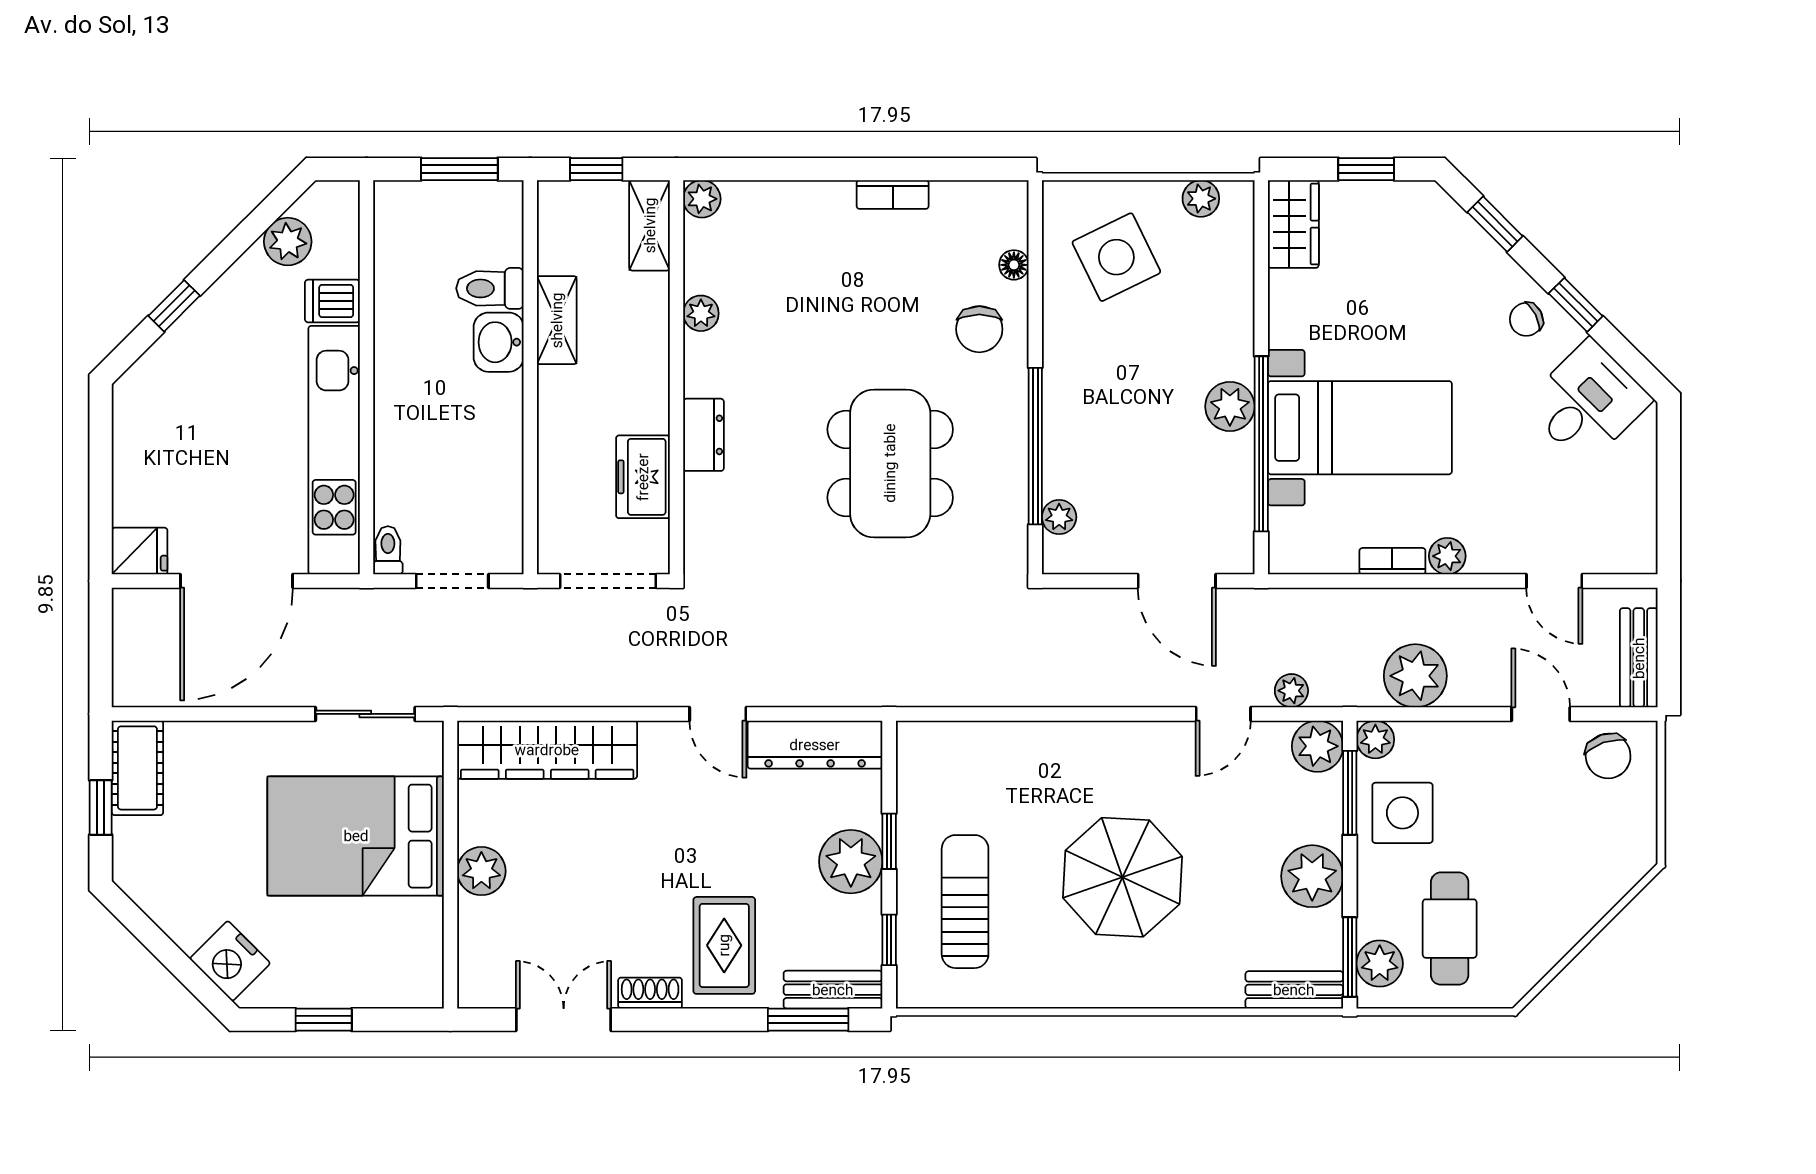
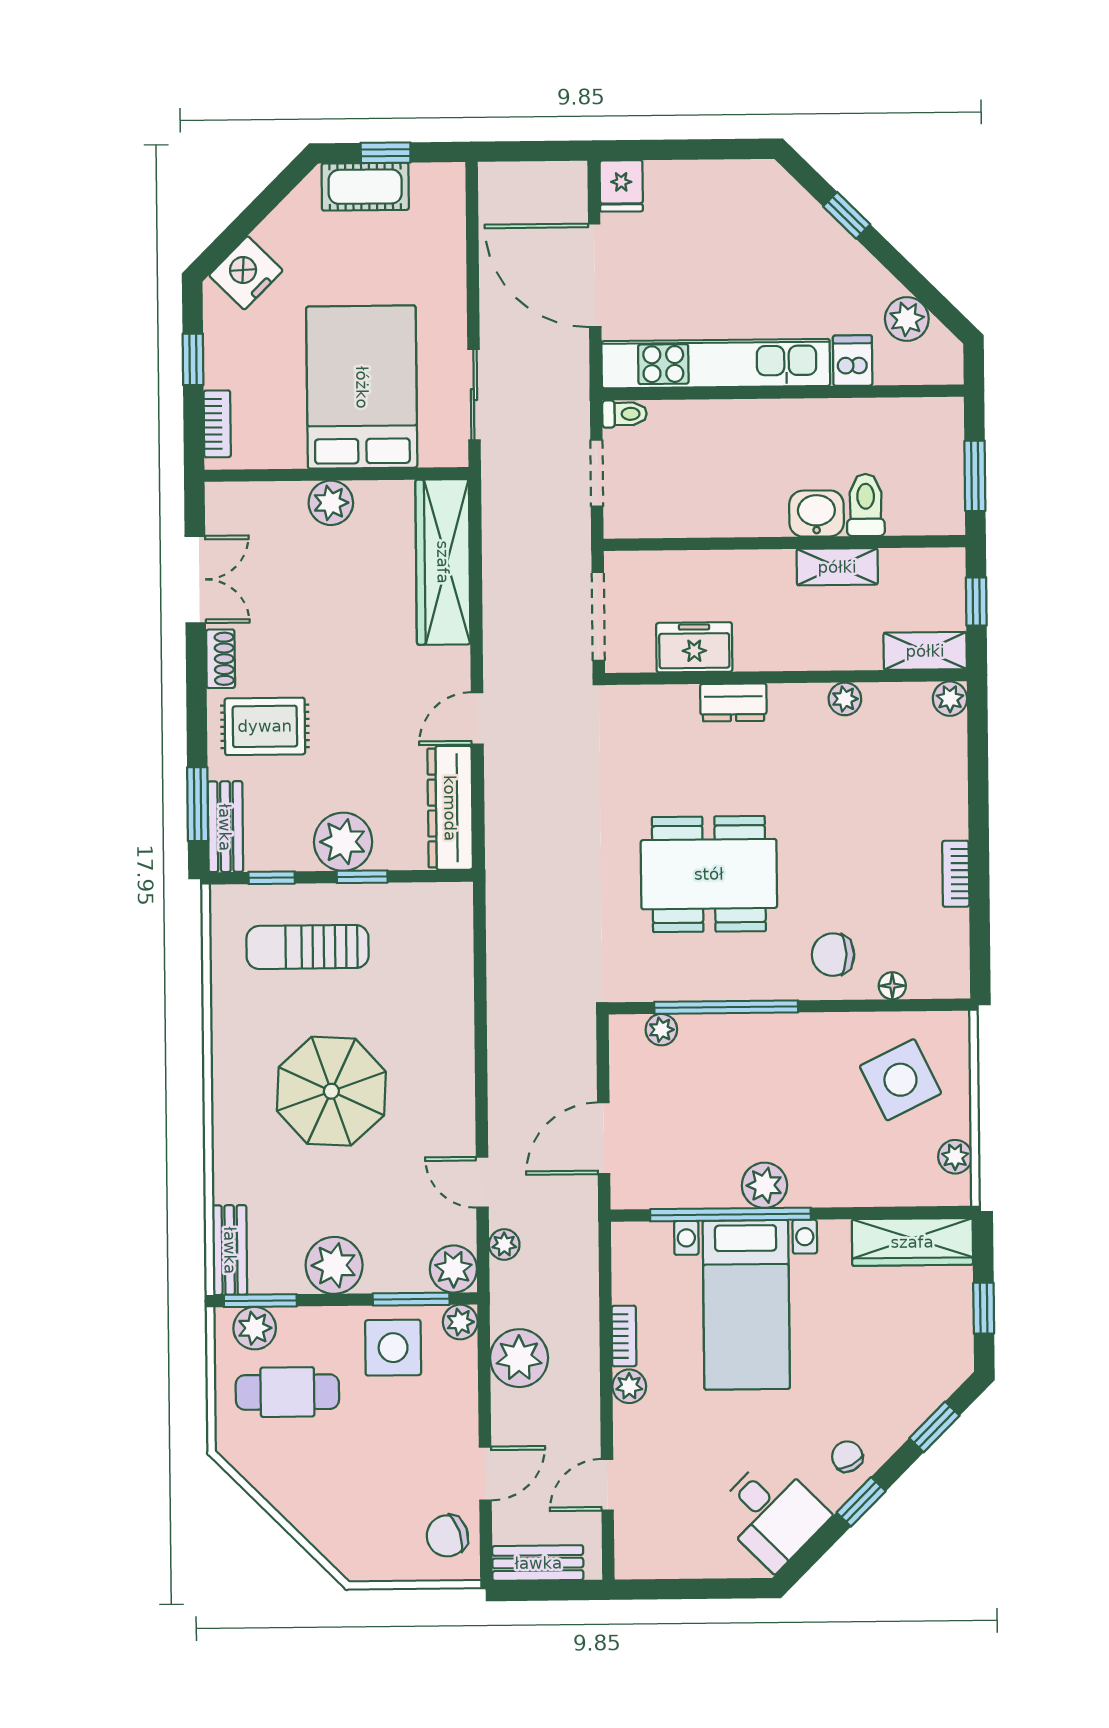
wardrobe: (1293, 224) -> (912, 1242), width x1.50
cot: (137, 768) -> (365, 187), moved
sun lounger: (965, 902) -> (308, 947), turned 180
bookcase: (394, 994) -> (217, 424), added

